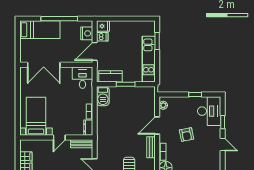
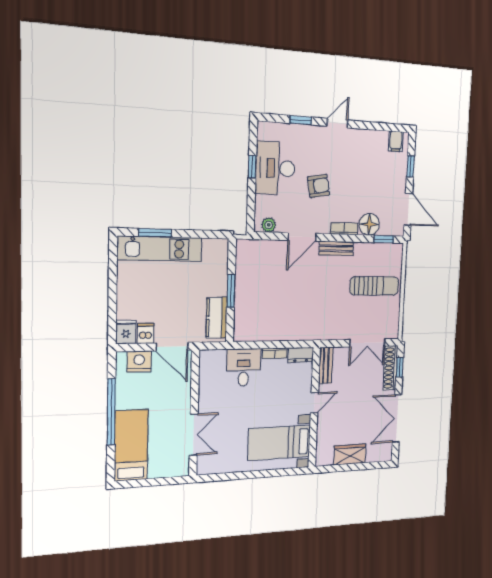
kitchen unit: (149, 59) -> (160, 249), moved
double door: (44, 65) -> (194, 435), width x0.73
desk: (82, 78) -> (244, 367), moved, turned 90
barbecue: (103, 96) -> (250, 331), removed
desk: (209, 111) -> (275, 168), moved, turned -90
door: (157, 126) -> (302, 237), hinge flipped
door: (59, 137) -> (314, 403), hinge flipped

